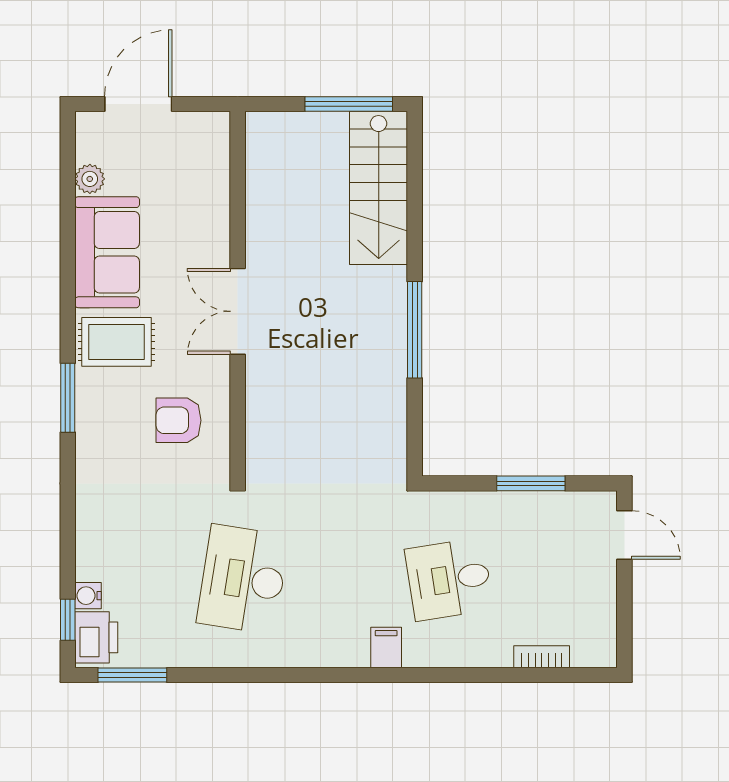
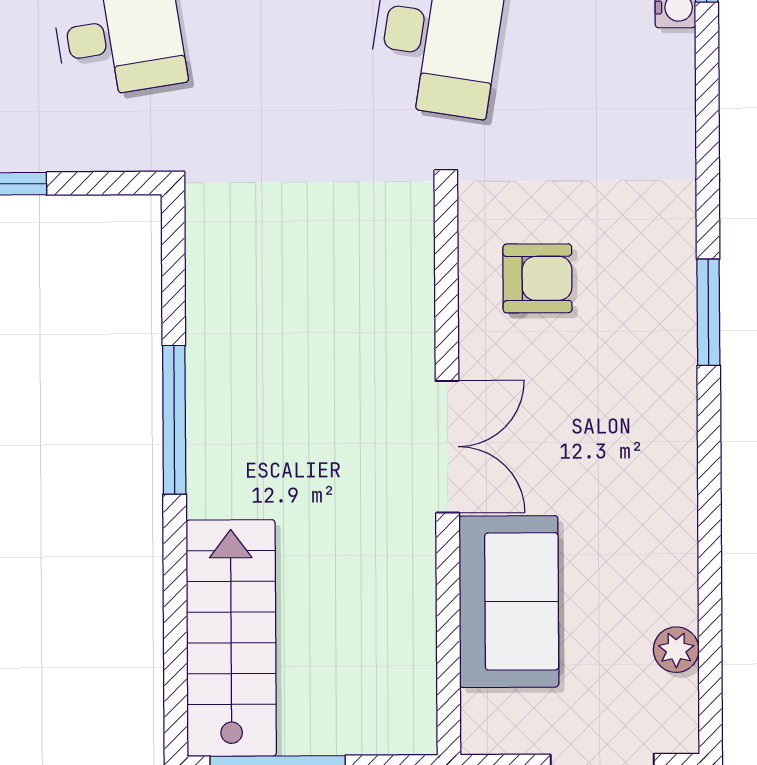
sofa: (107, 252) -> (509, 602), moved, turned 180
rug: (116, 342) -> (634, 399), removed

